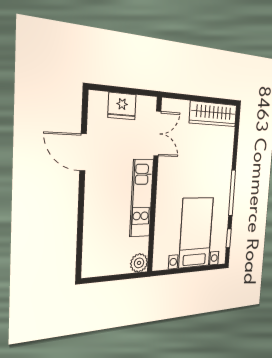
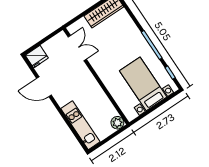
fridge: (122, 106) -> (37, 57), moved
kitchen unit: (142, 198) -> (80, 125), moved, turned 180

